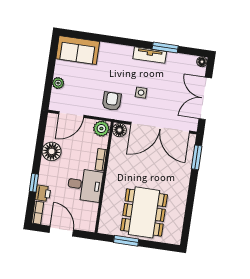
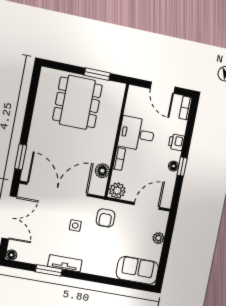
floor lamp: (119, 130) -> (102, 171), moved
floor lamp: (52, 151) -> (174, 166), width x0.53, depth x0.53
window: (34, 183) -> (182, 167), moved
printer: (43, 193) -> (176, 142), moved

